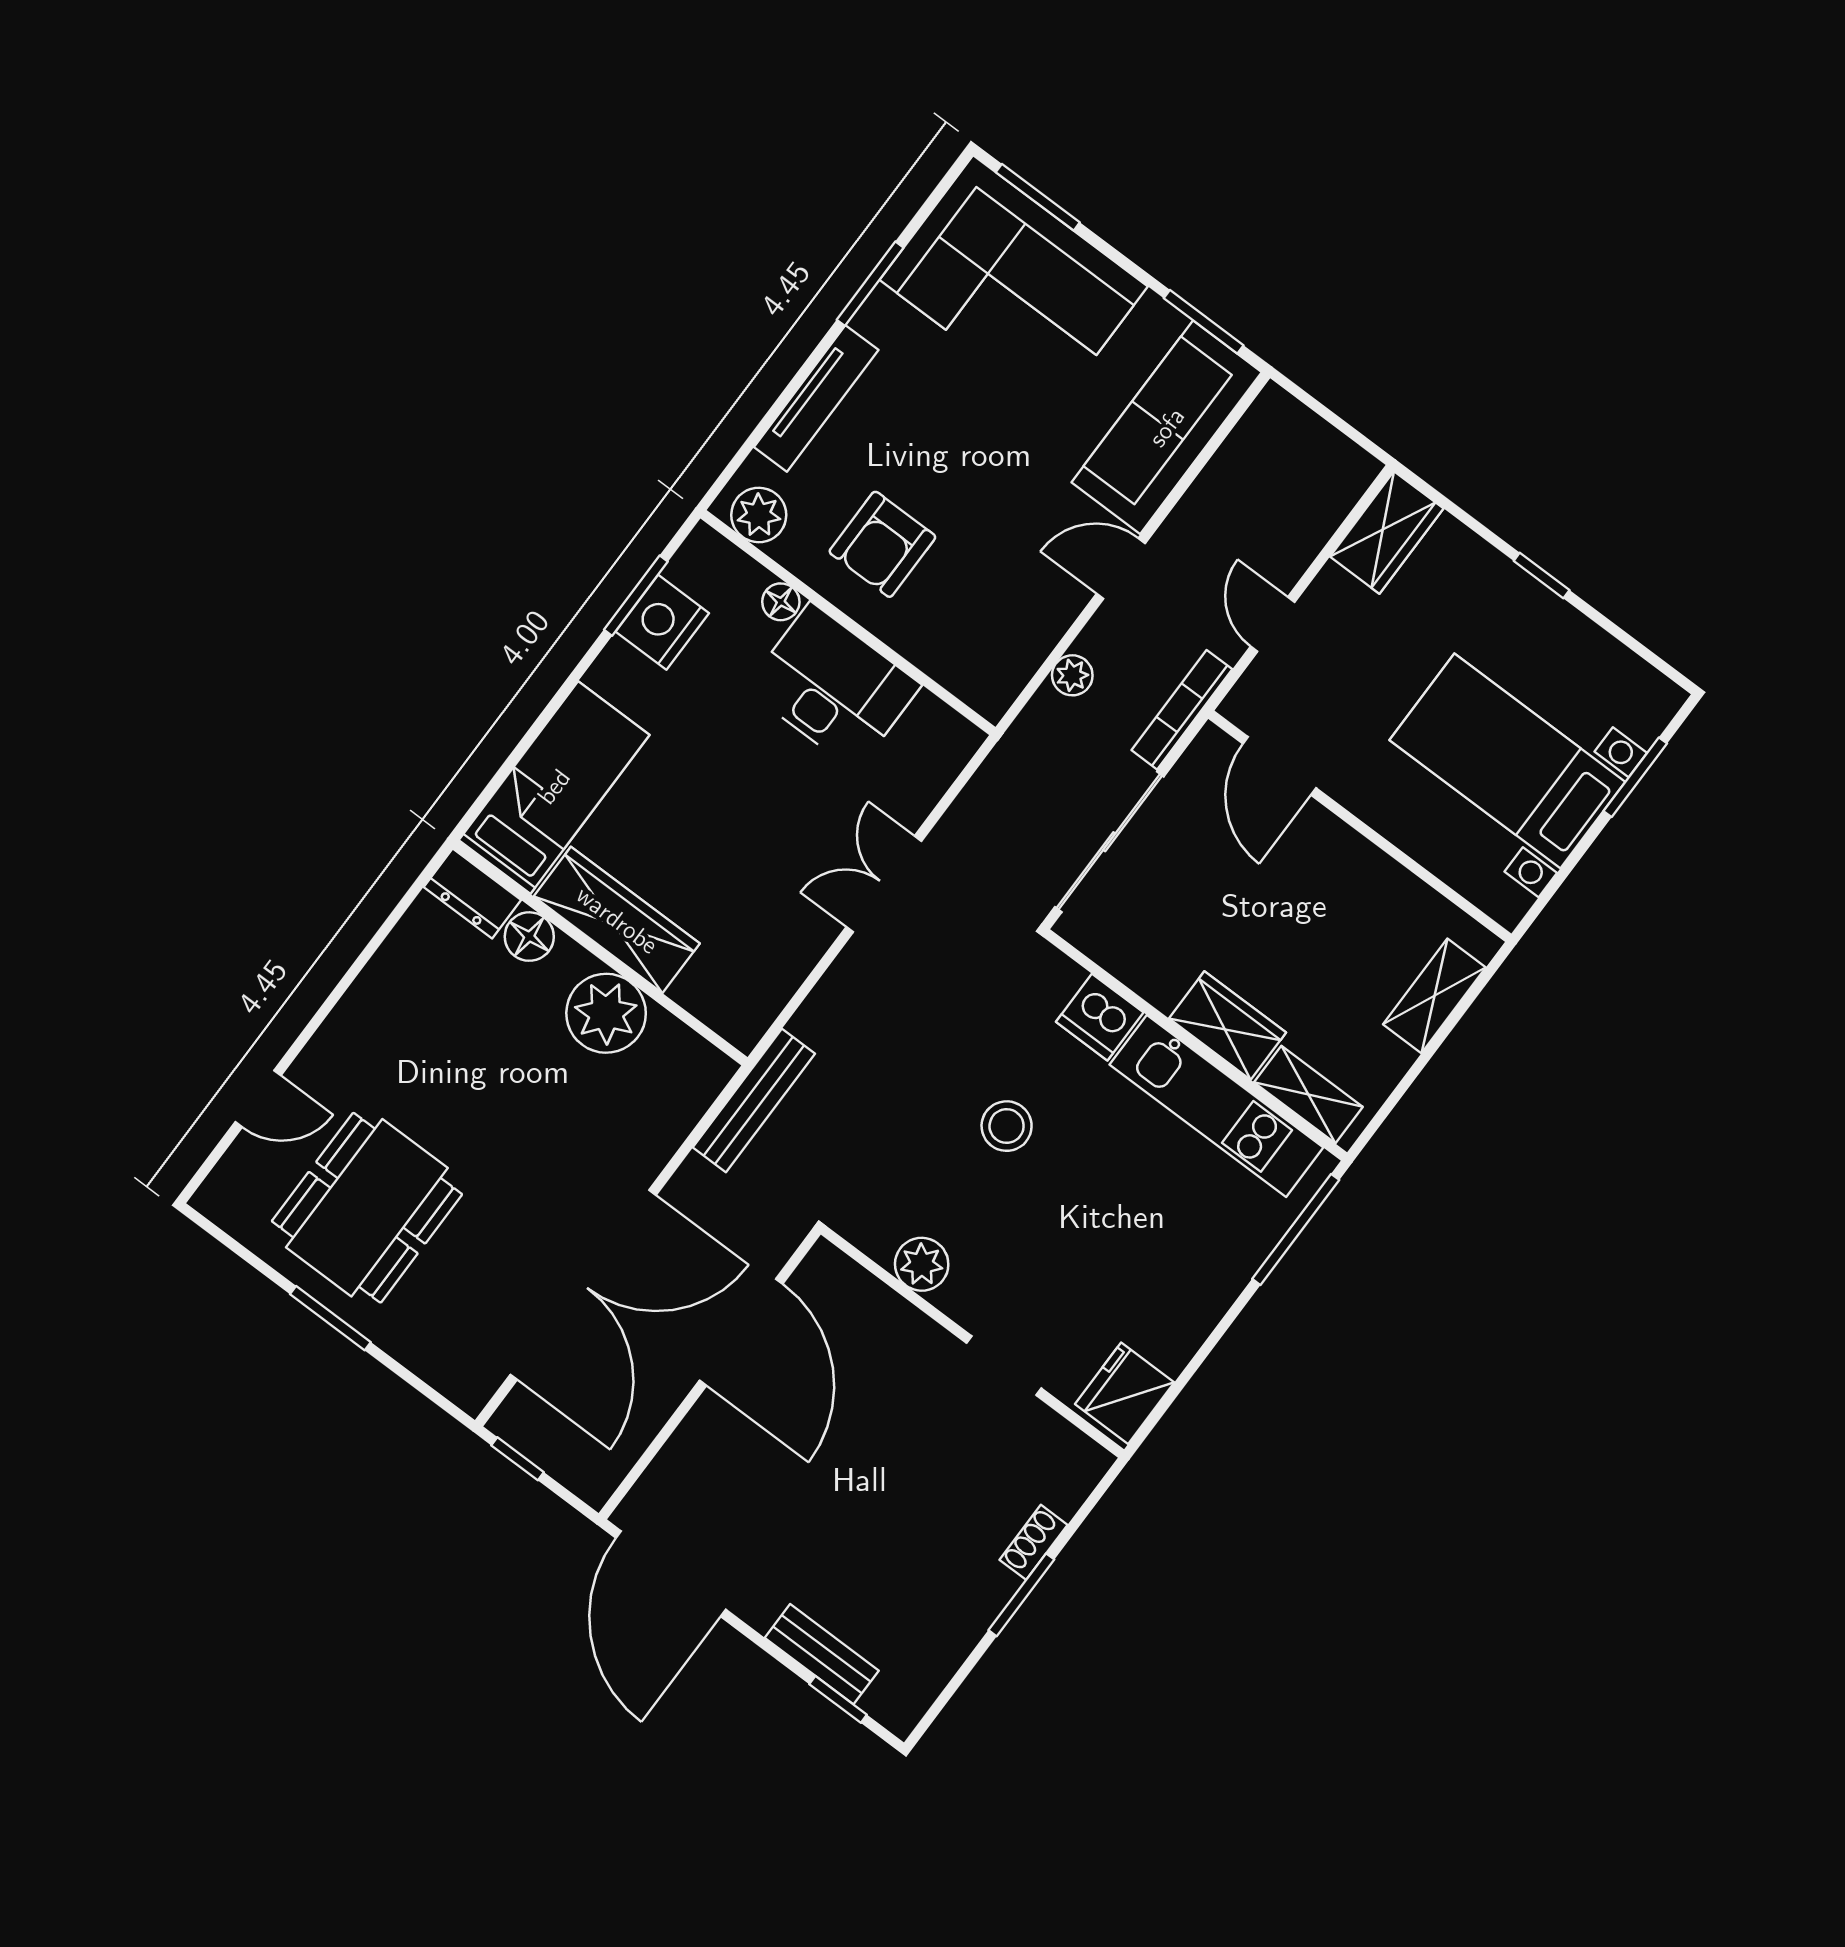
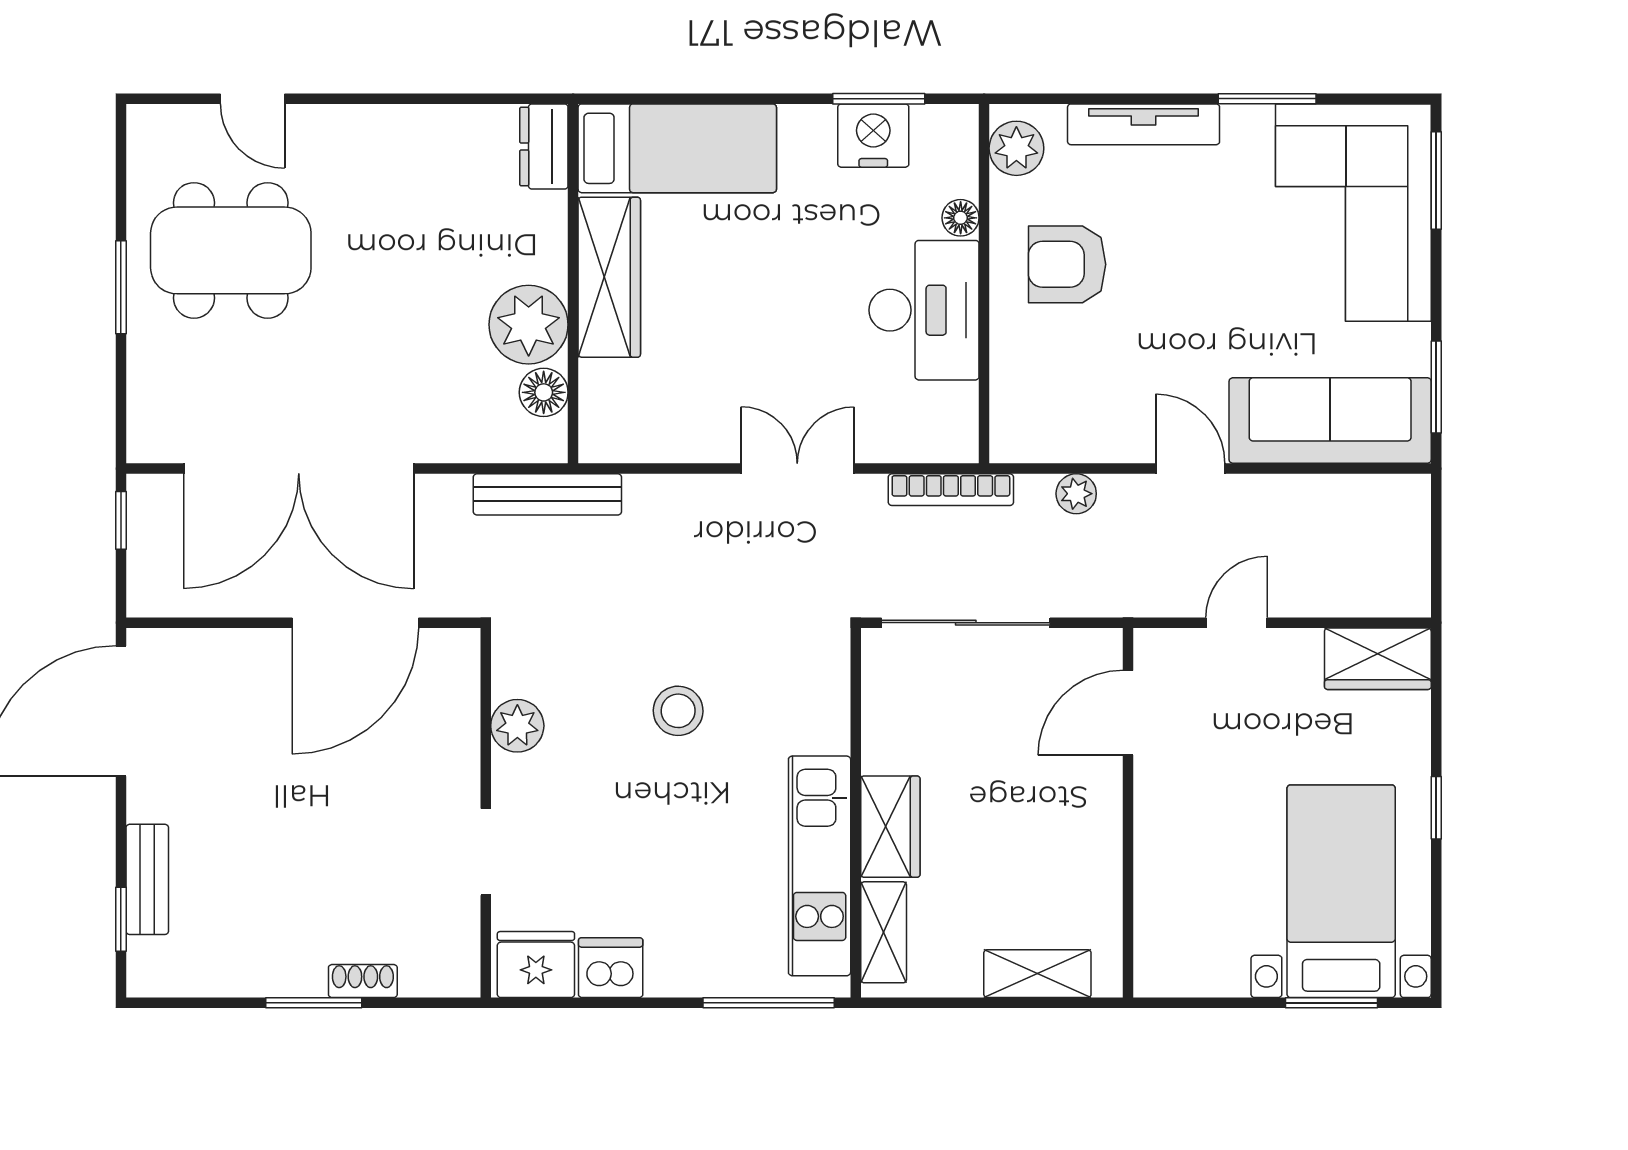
bookcase: (1182, 710) -> (951, 490), moved, turned 180
bed with nightstands: (1507, 761) -> (1341, 891), moved
floor lamp: (529, 937) -> (544, 392), moved
dishwasher: (1100, 1017) -> (611, 968), moved, turned 90

